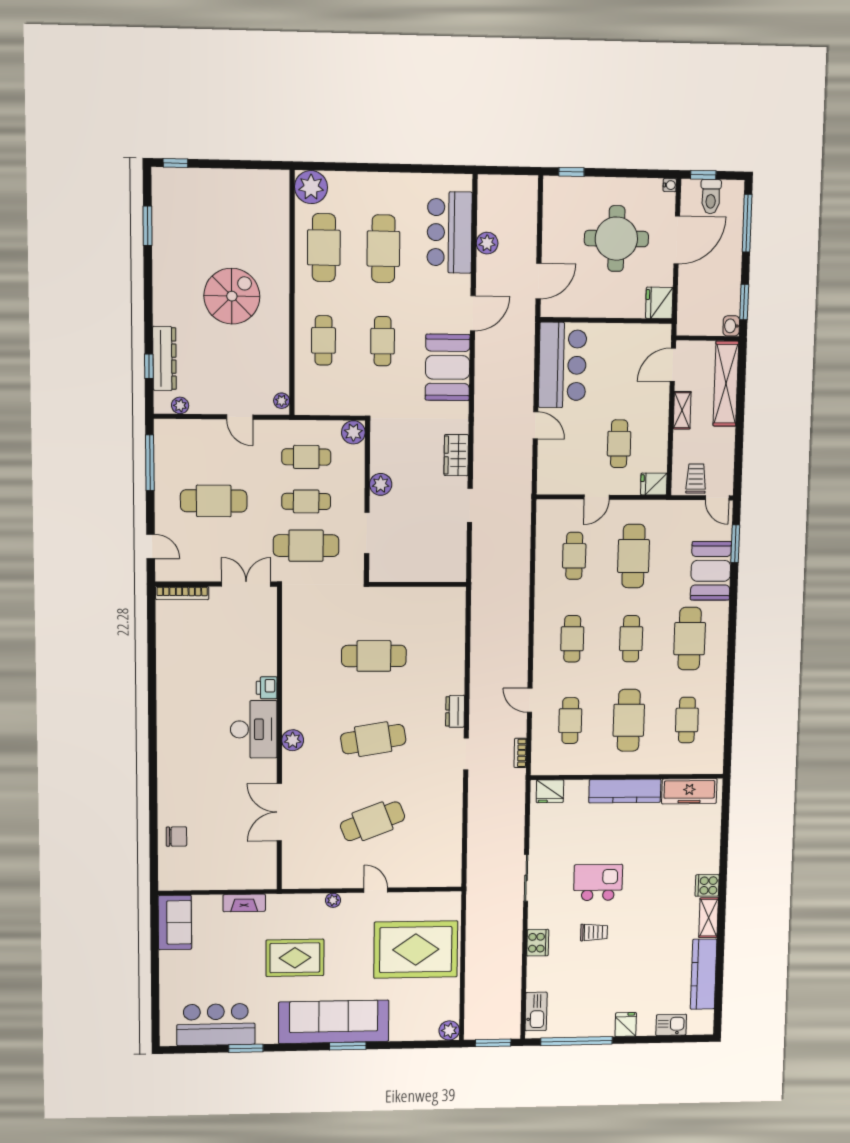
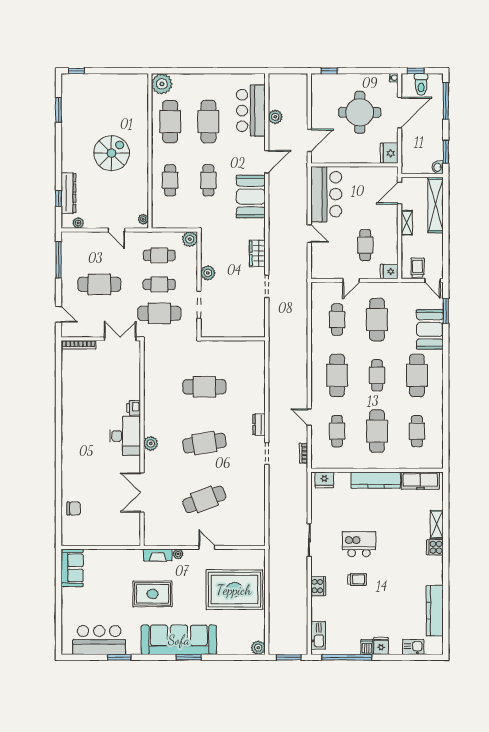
cafe table: (572, 639) -> (337, 375), width x1.37, depth x1.35
fireplace: (244, 903) -> (158, 555), moved
shelving: (709, 918) -> (437, 524), moved
dishwasher: (605, 1026) -> (367, 647), added

